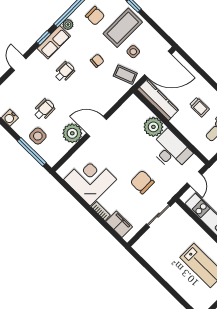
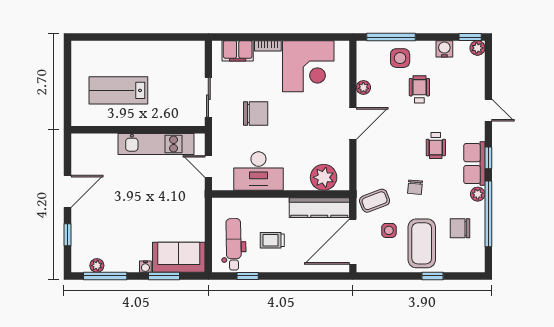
wheelchair: (44, 110) -> (419, 89), turned 180
plant: (153, 127) -> (324, 177), moved
plant: (72, 133) -> (363, 87), width x0.53, depth x0.53

